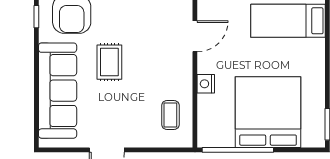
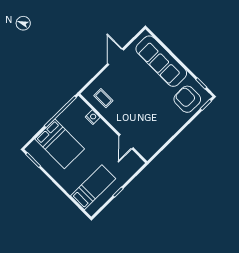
rug: (109, 62) -> (151, 95), removed
nightstand: (206, 84) -> (93, 117), moved
bed: (268, 112) -> (60, 144), width x0.73

